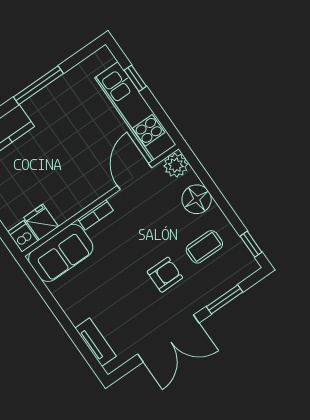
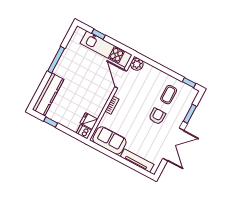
floor lamp: (197, 199) -> (154, 75), removed
sofa: (61, 253) -> (109, 140), moved, turned -90
tv unit: (96, 342) -> (137, 161), width x1.41

